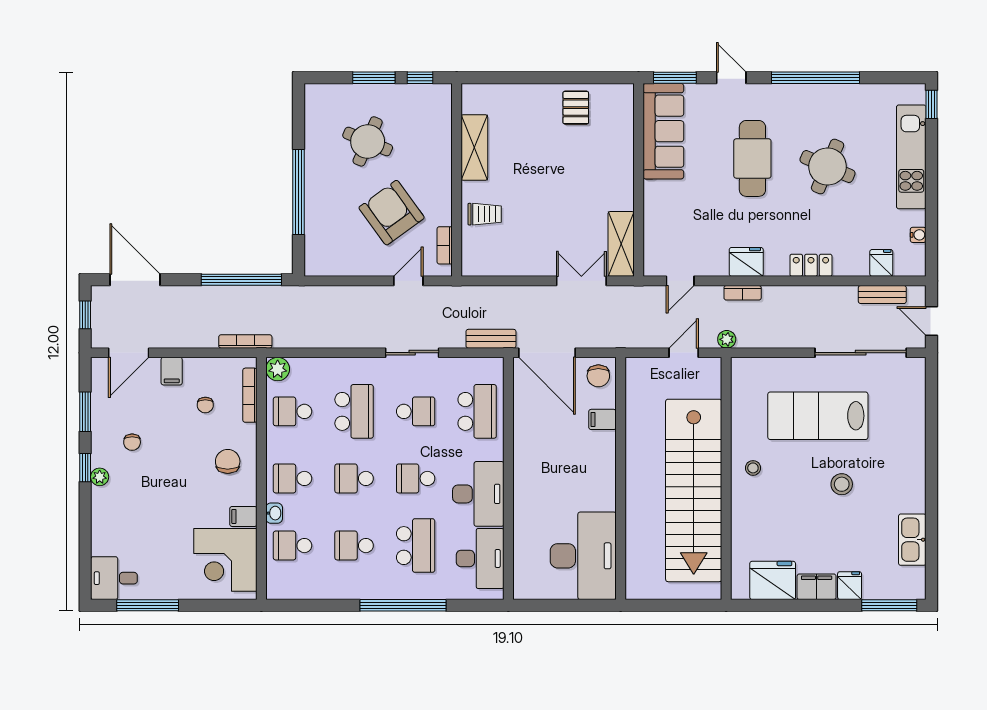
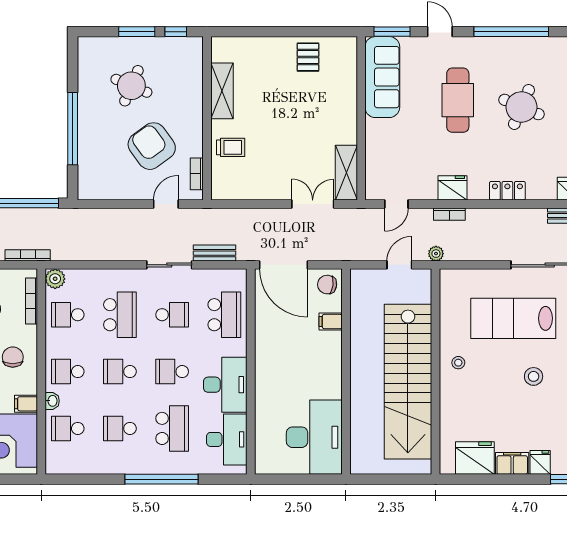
bench: (491, 339) -> (214, 253), moved
chair: (598, 376) -> (327, 285), turned 98

